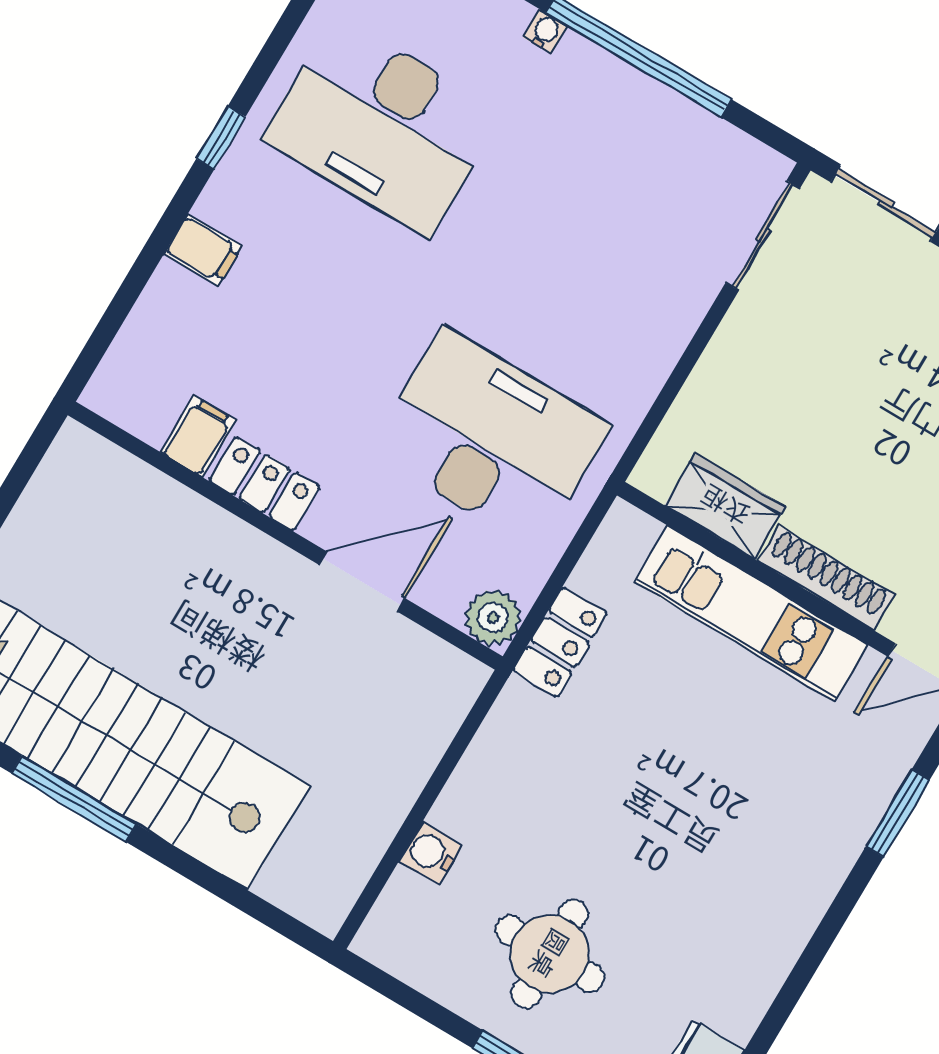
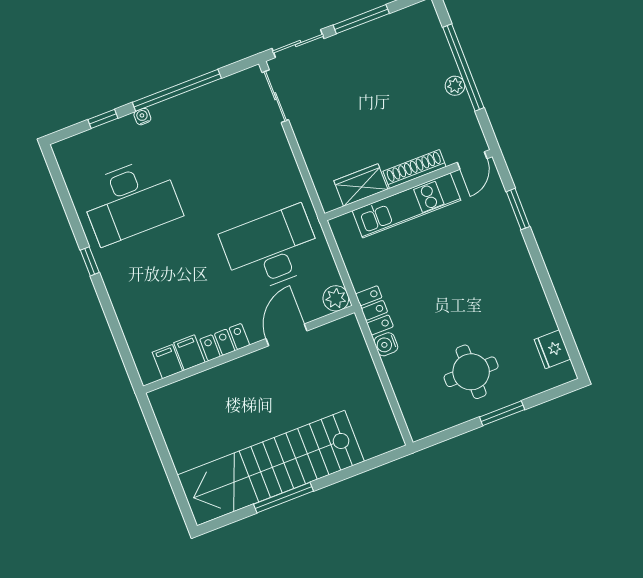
filing cabinet: (203, 250) -> (167, 362), moved, turned -90
locker: (560, 642) -> (374, 310), moved
water cooler: (431, 853) -> (386, 344), moved

